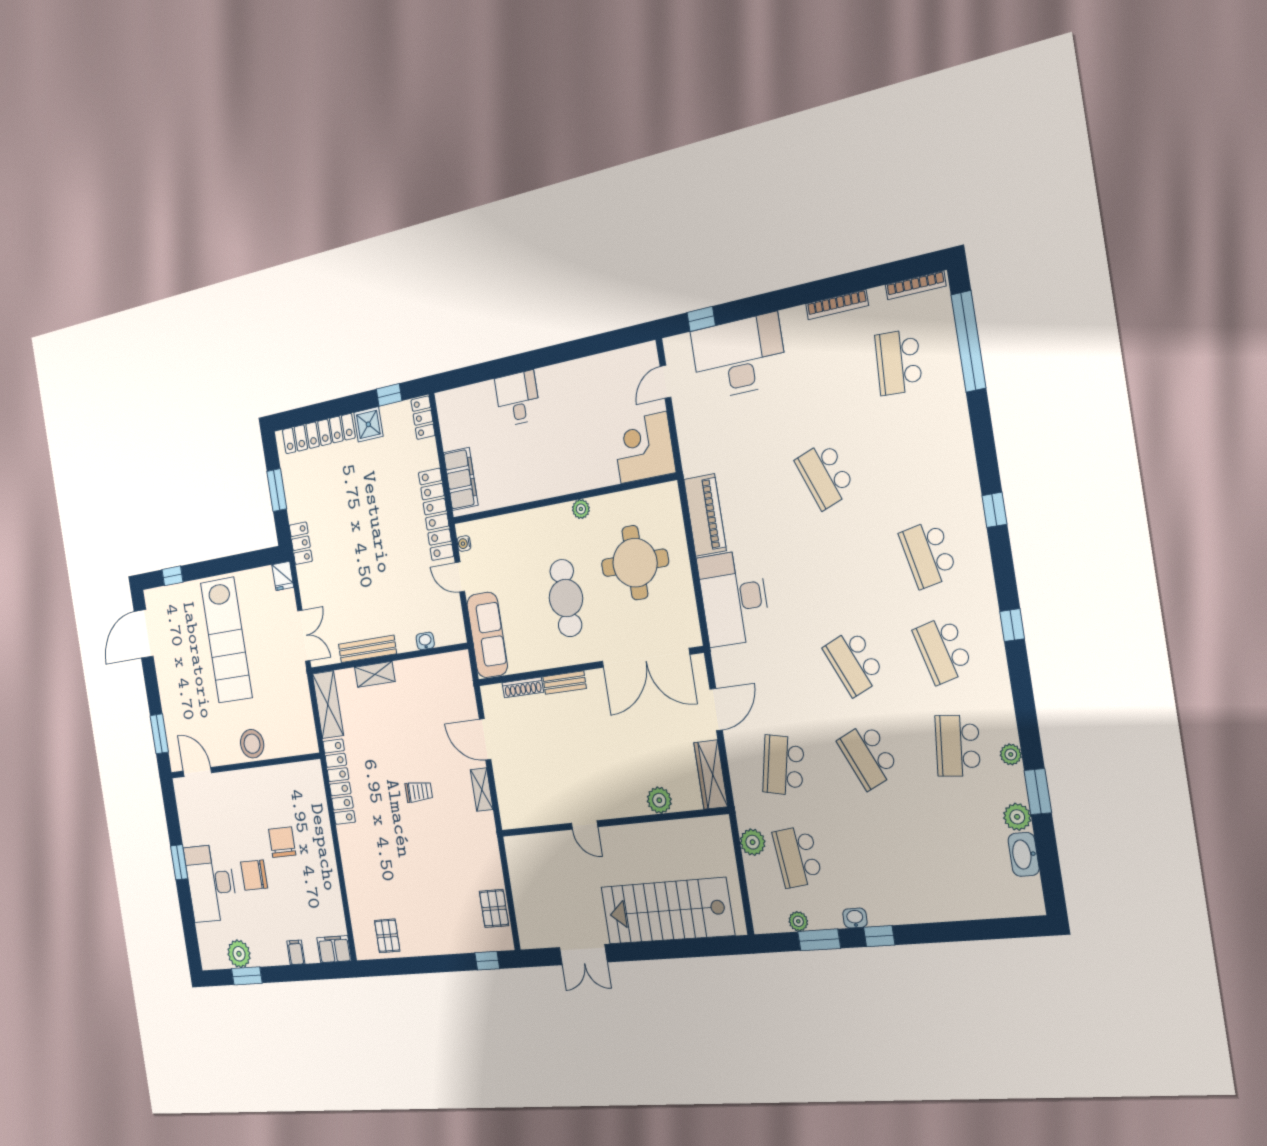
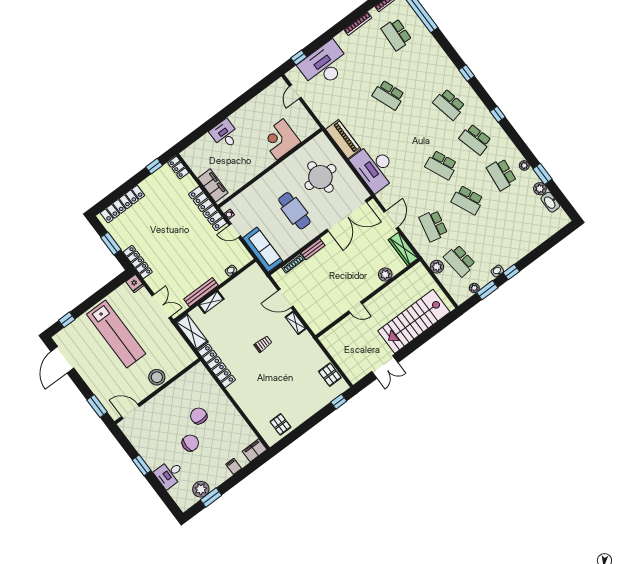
shower: (368, 424) -> (149, 186), removed
corner desk: (644, 448) -> (280, 139), moved
plant: (581, 509) -> (282, 167), removed
locker: (301, 543) -> (138, 262), width x1.53
chair: (254, 875) -> (190, 443), turned 180
desk: (211, 883) -> (169, 474), width x0.53, depth x0.77

